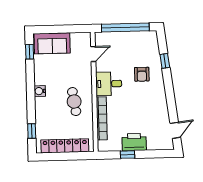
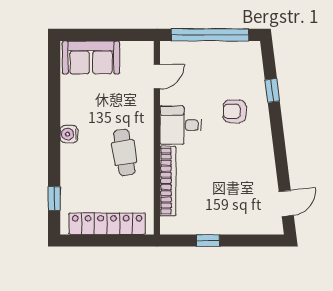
window: (30, 52) -> (54, 70), removed
armchair: (142, 74) -> (235, 111), turned 90
printer: (134, 142) -> (219, 221), removed

